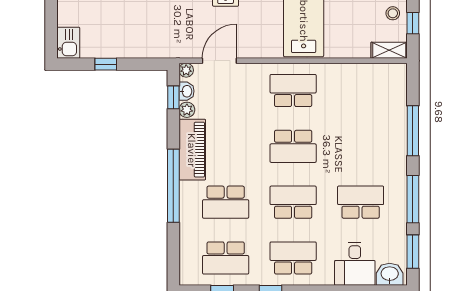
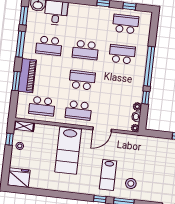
door: (219, 61) -> (102, 129), moved
window: (173, 97) -> (146, 98), moved
window: (413, 131) -> (16, 81), width x0.69
piano: (192, 150) -> (27, 76), moved, turned 180
school desk: (293, 258) -> (42, 106), moved

